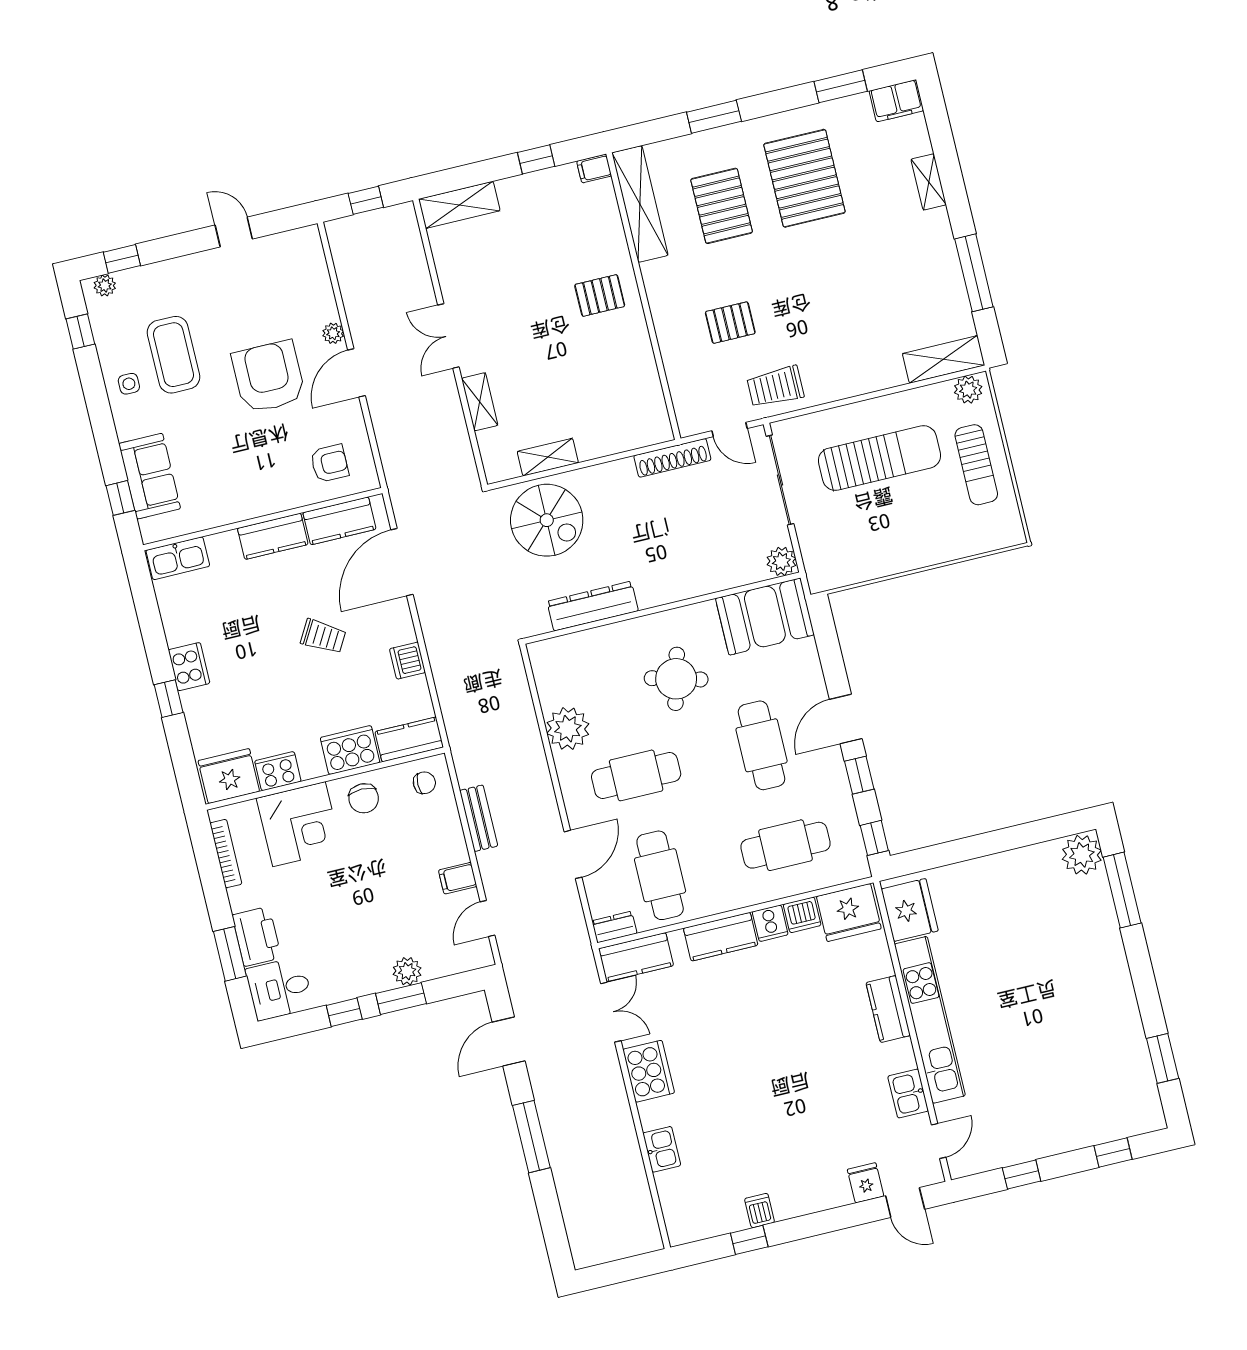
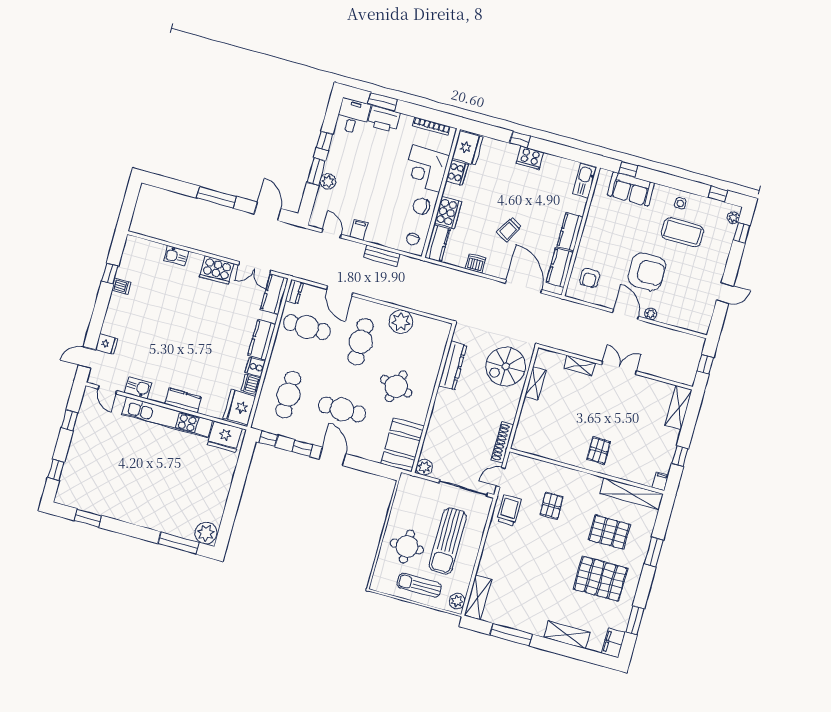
shelving: (929, 182) -> (567, 635), width x1.50, depth x1.33
round table: (925, 519) -> (407, 547), added

